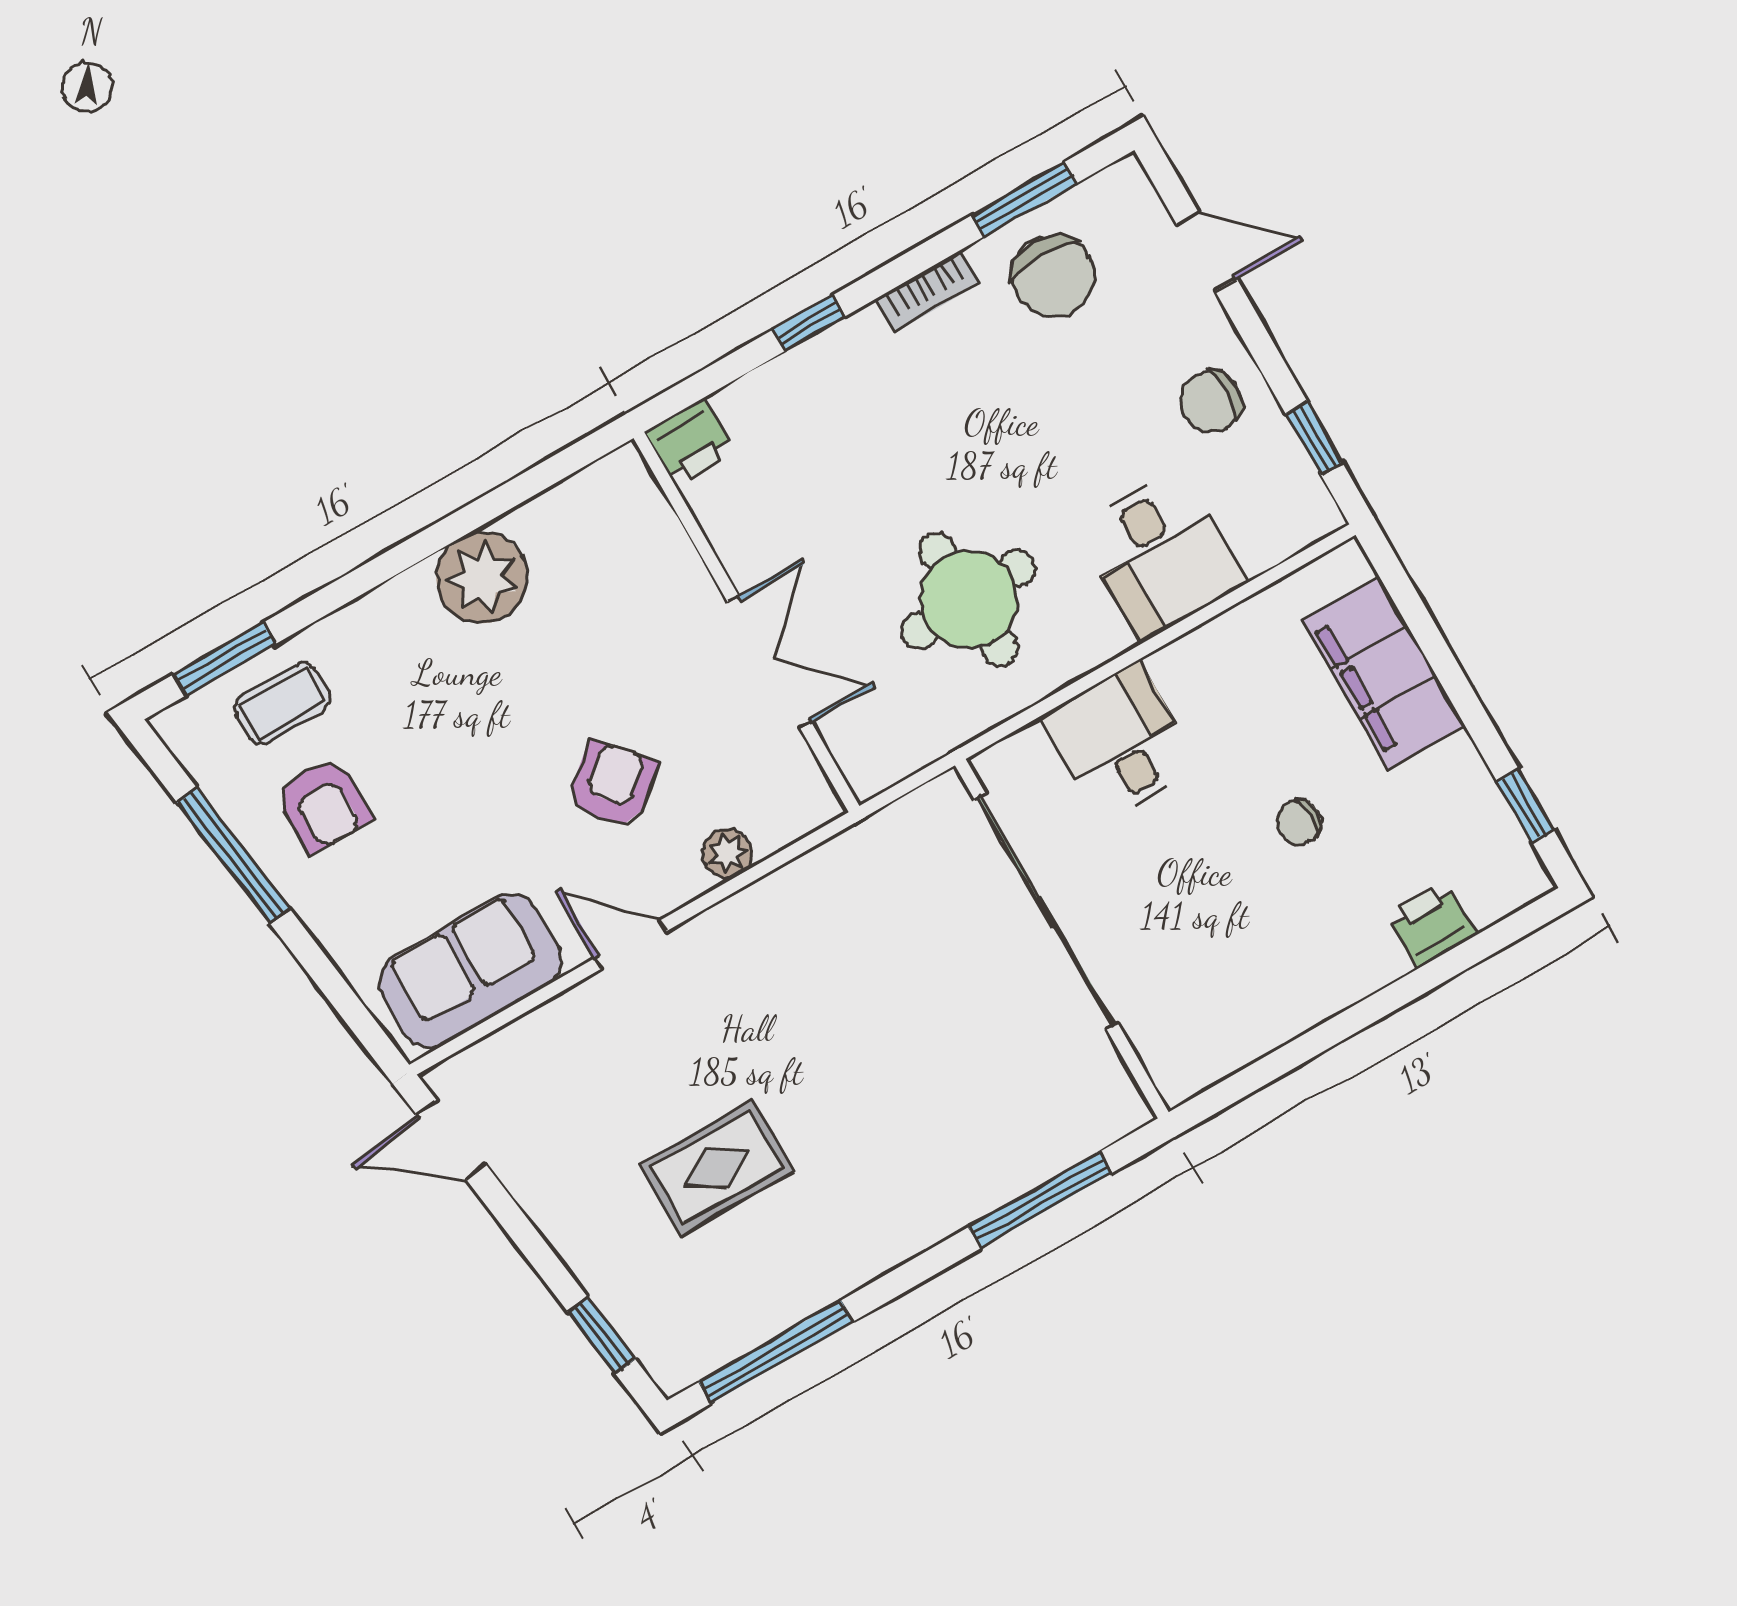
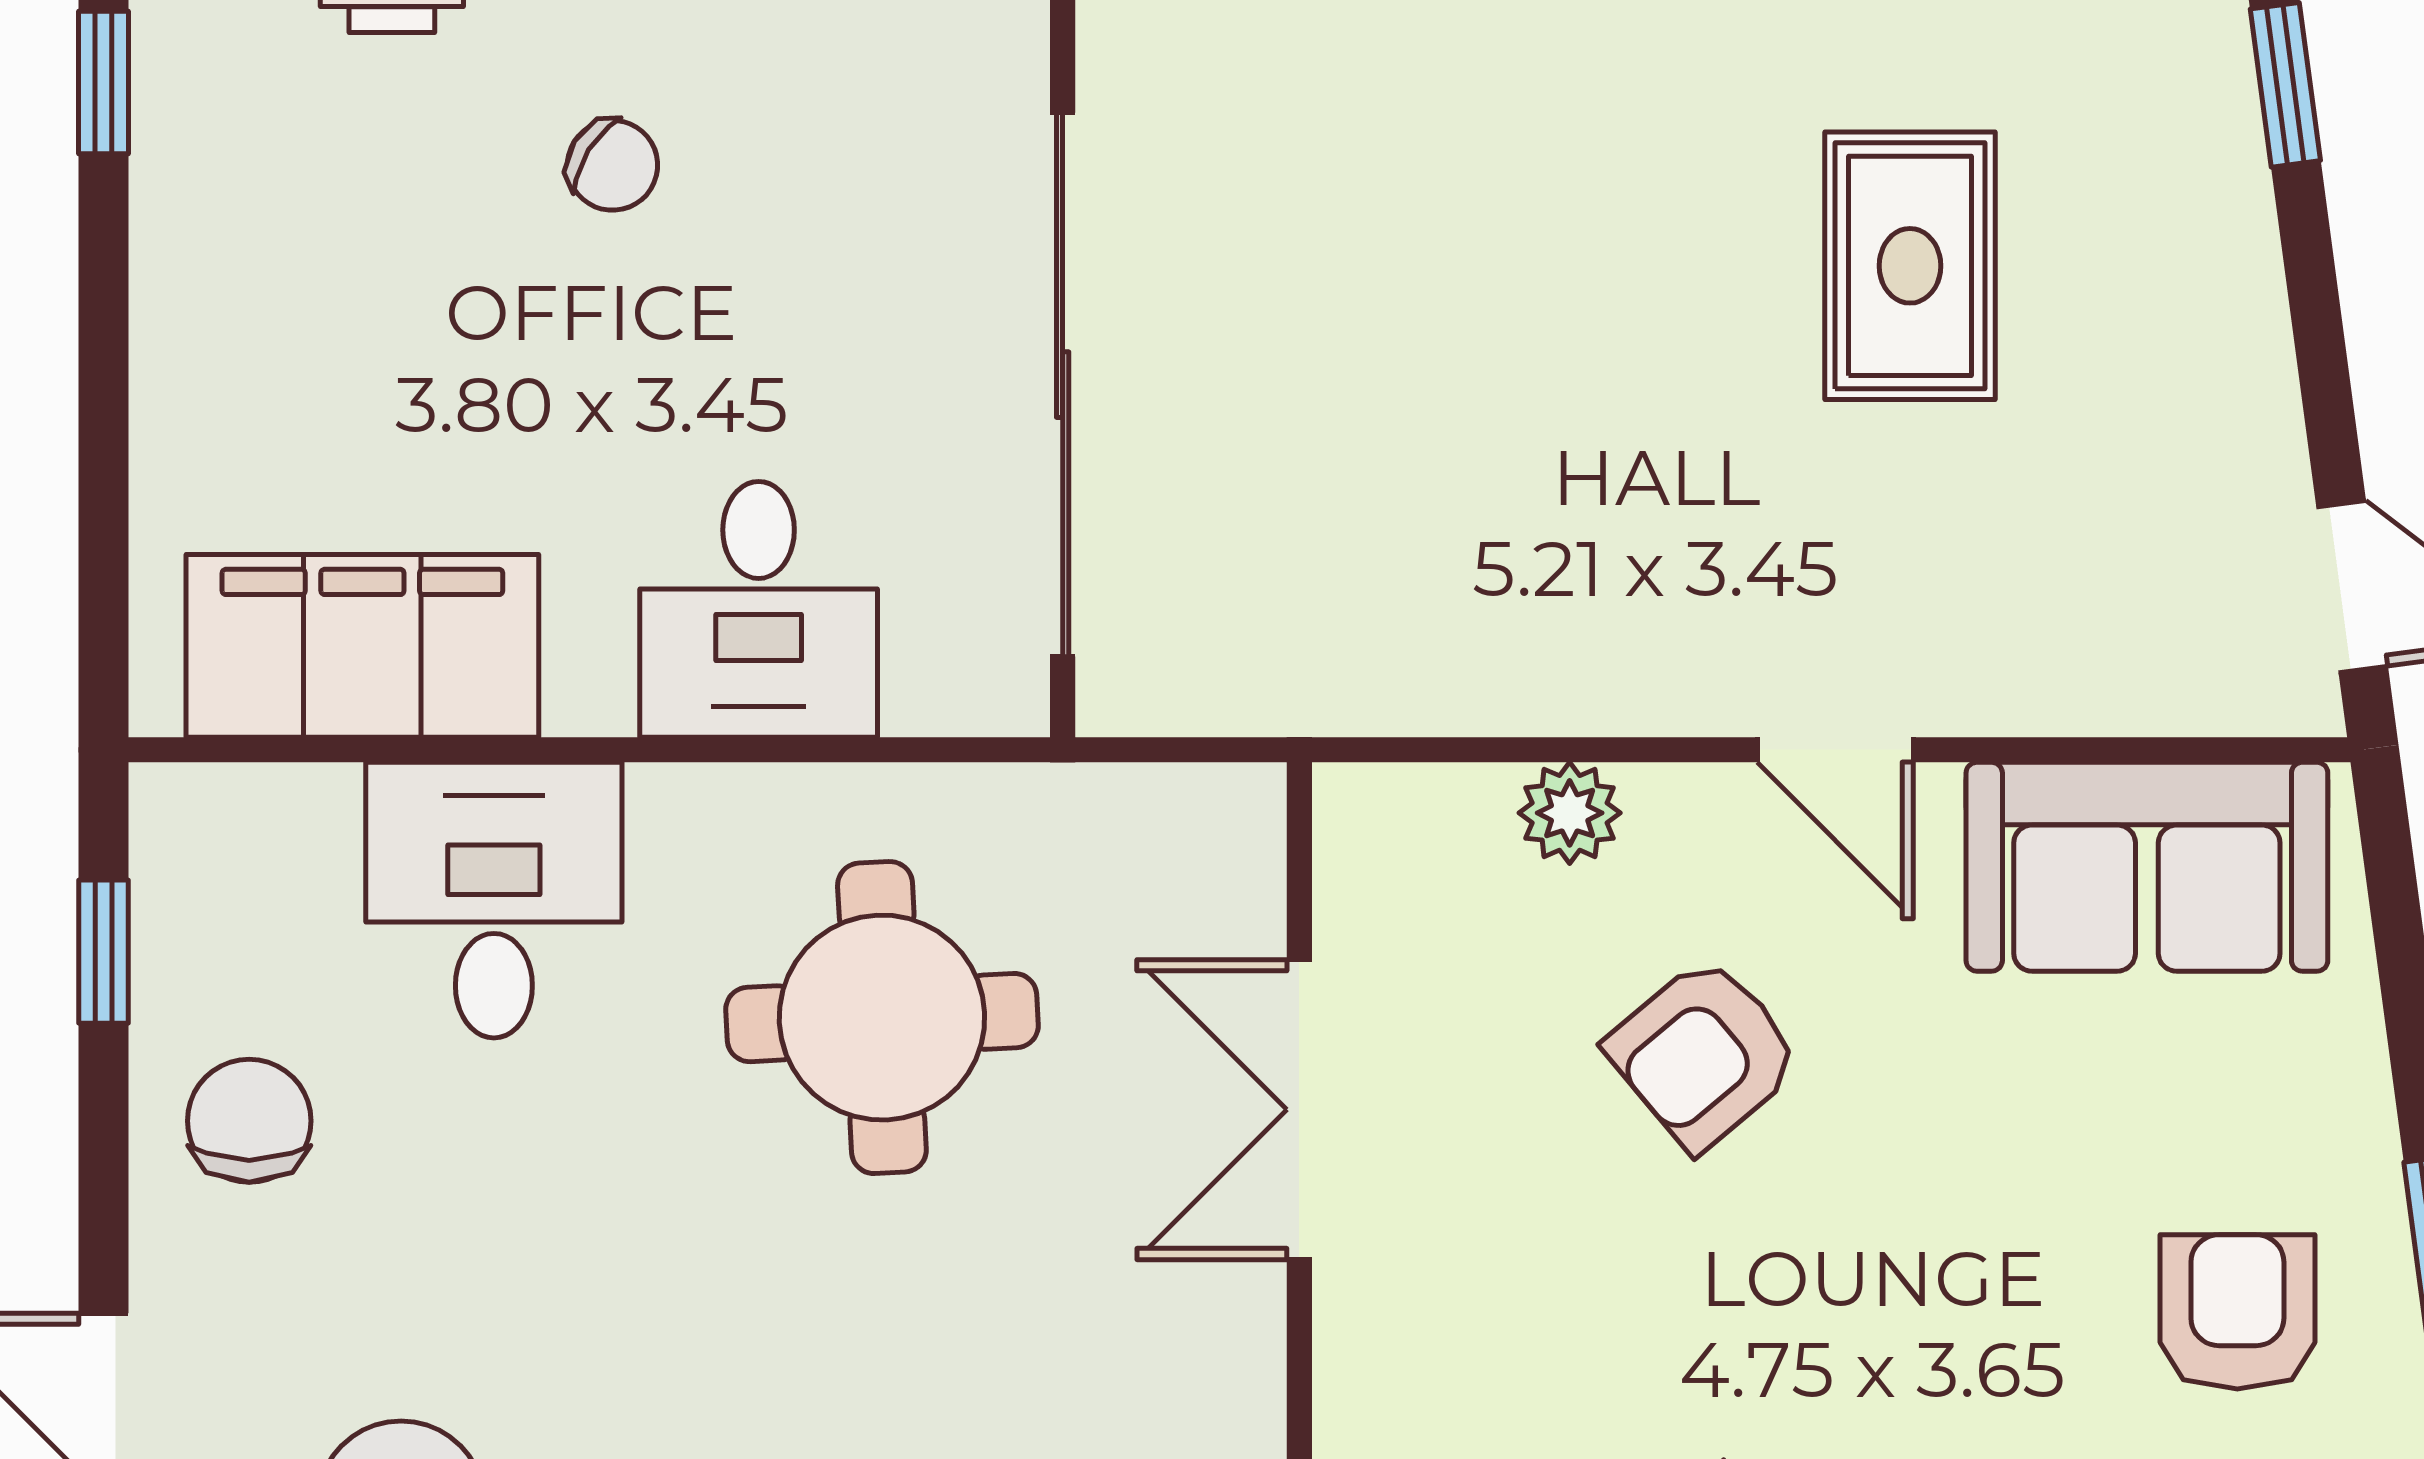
chair: (1211, 402) -> (249, 1121), turned -90
filing cabinet: (1383, 673) -> (362, 646), moved, turned -90
chair: (1299, 822) -> (613, 165), moved, turned 32
rug: (716, 1168) -> (1910, 266), turned 90

